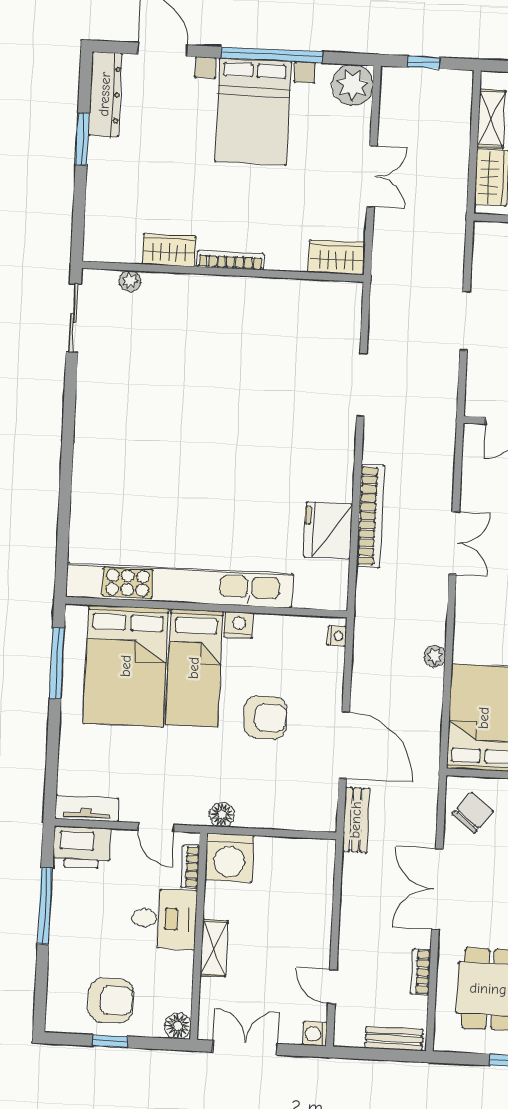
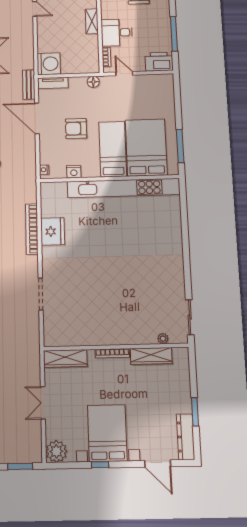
window: (272, 55) -> (100, 465), width x0.32
window: (423, 62) -> (20, 466), width x1.50
wardrobe: (169, 250) -> (151, 356), width x1.50
wardrobe: (337, 257) -> (65, 358), width x1.50
fridge: (328, 530) -> (53, 231), moved
nightstand: (239, 625) -> (74, 172), moved
tv unit: (87, 808) -> (53, 83), moved
washing machine: (229, 858) -> (49, 64), moved, turned 90

